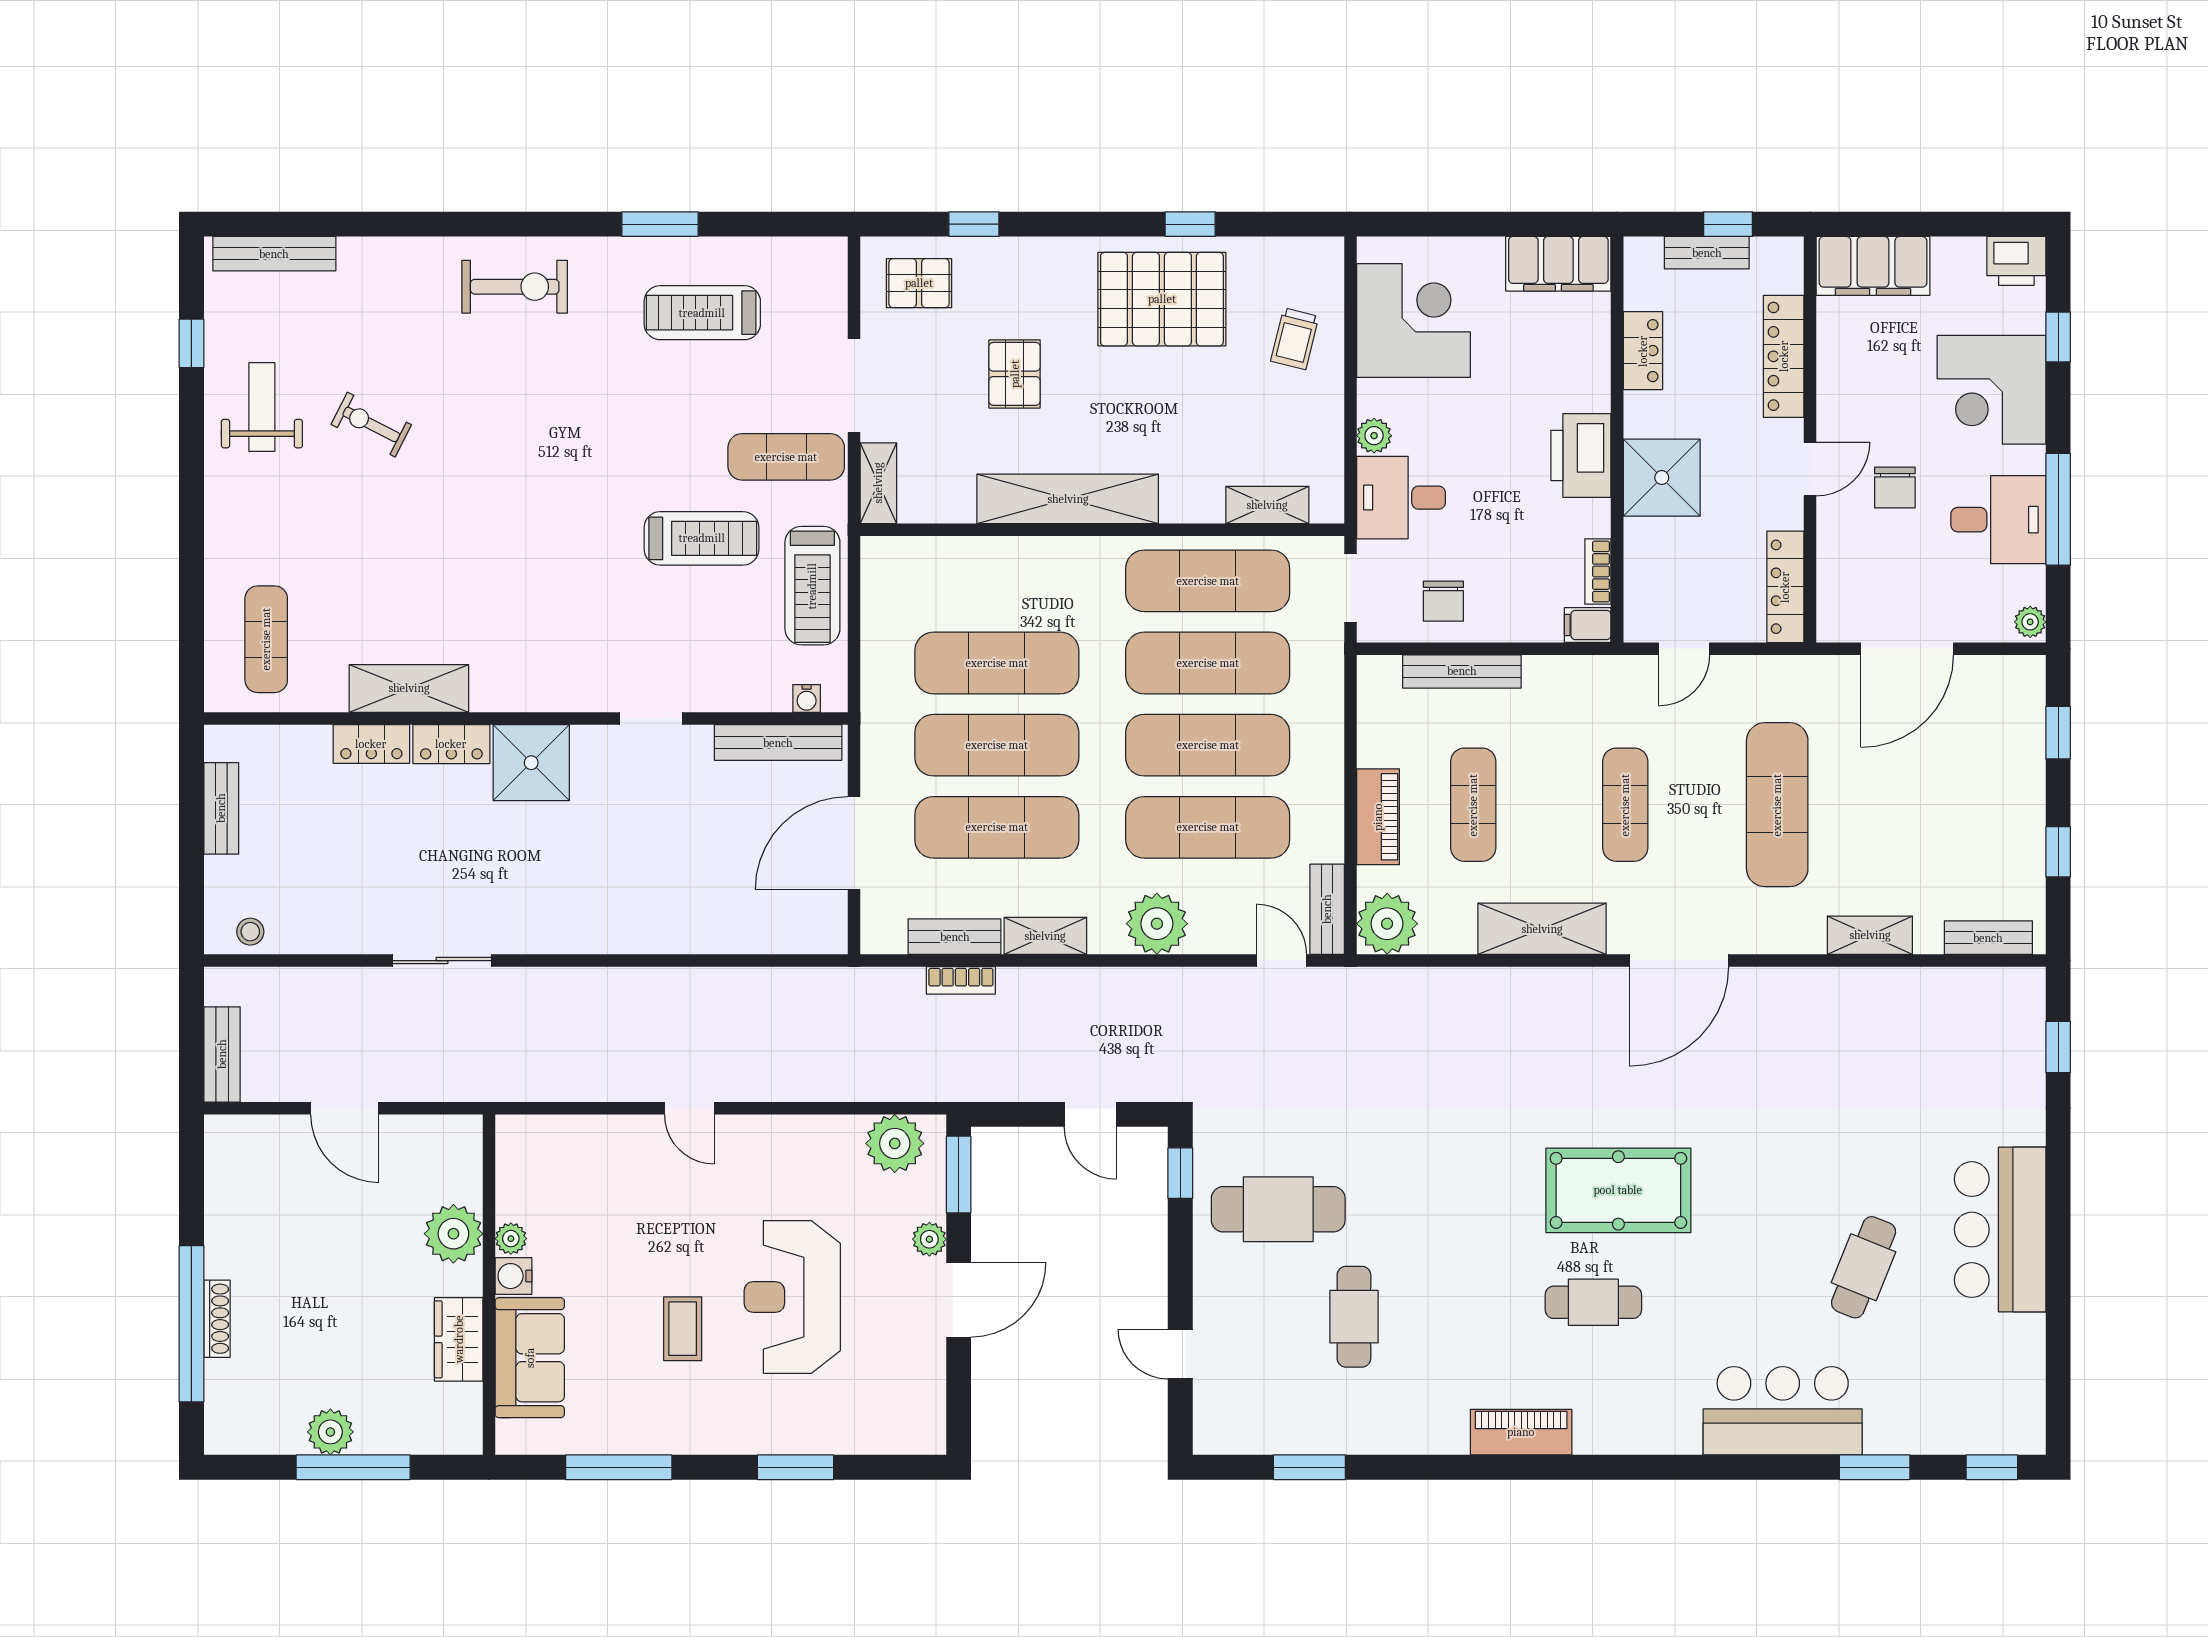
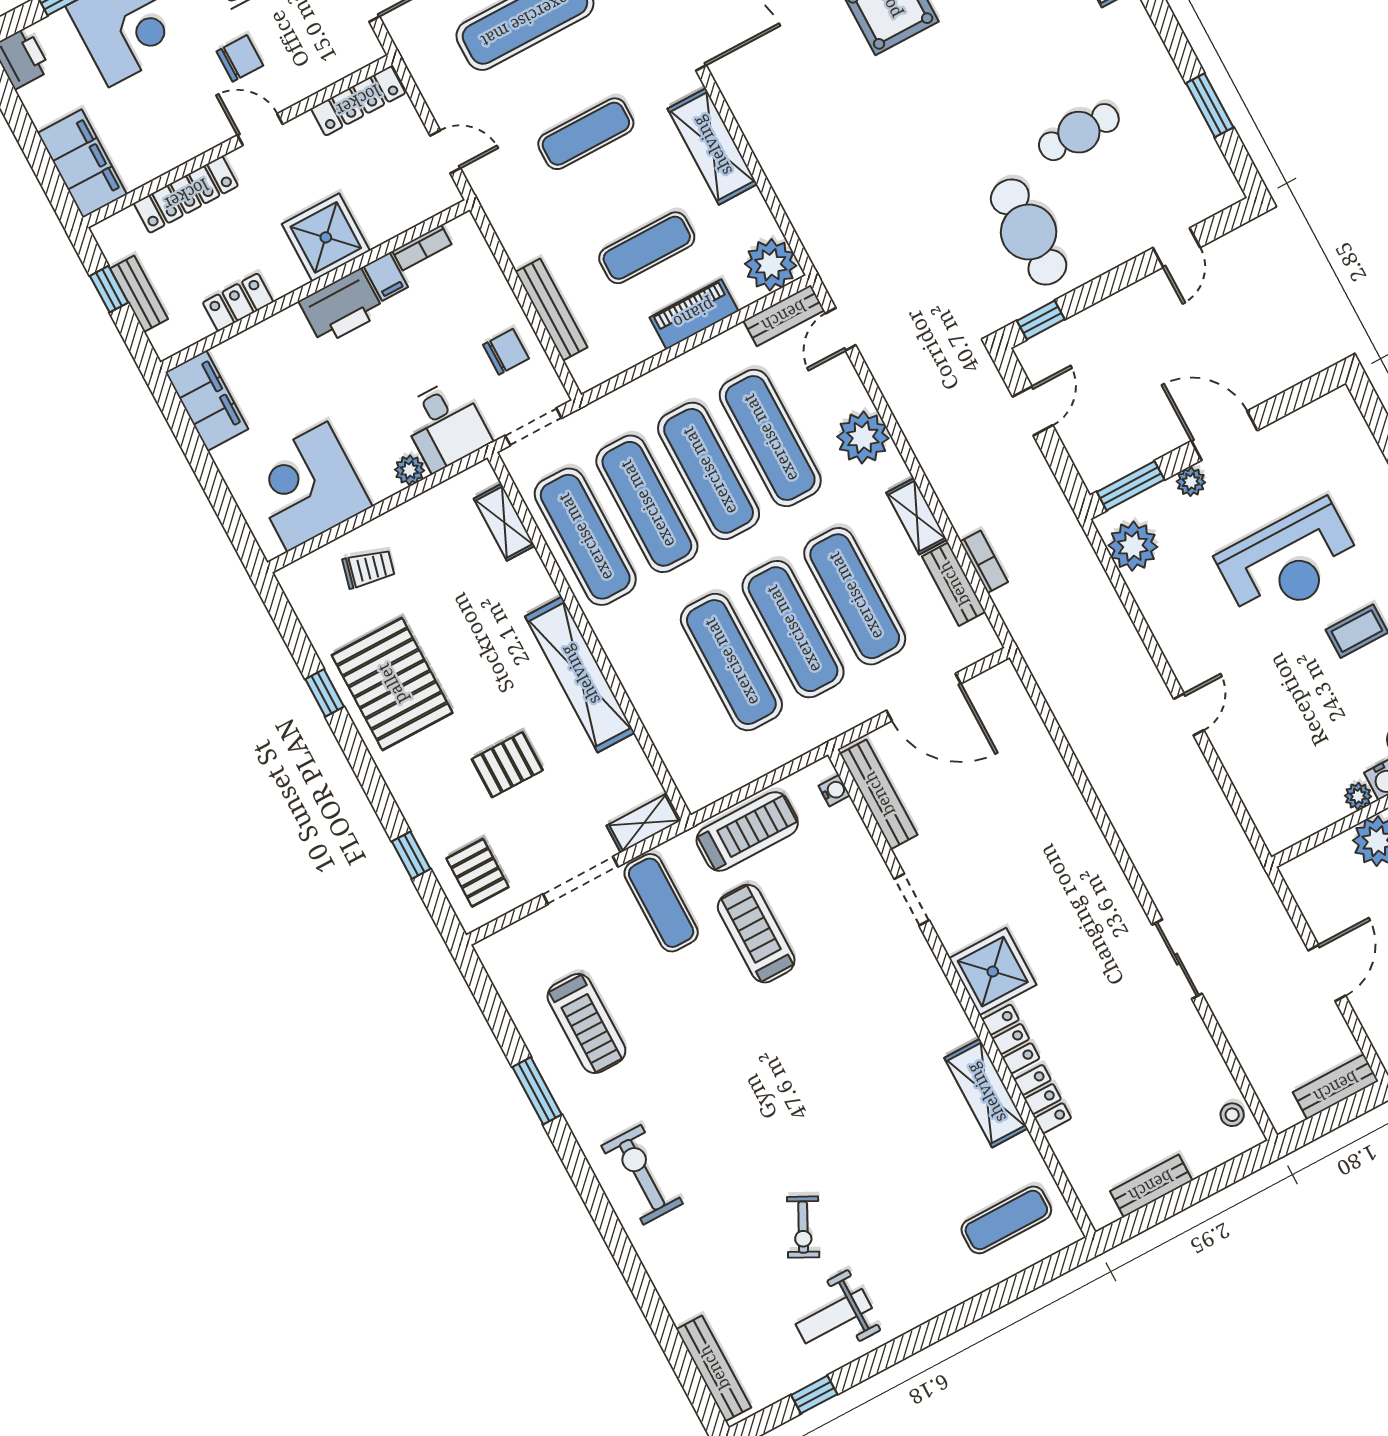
filing cabinet: (1588, 625) -> (386, 277), moved

